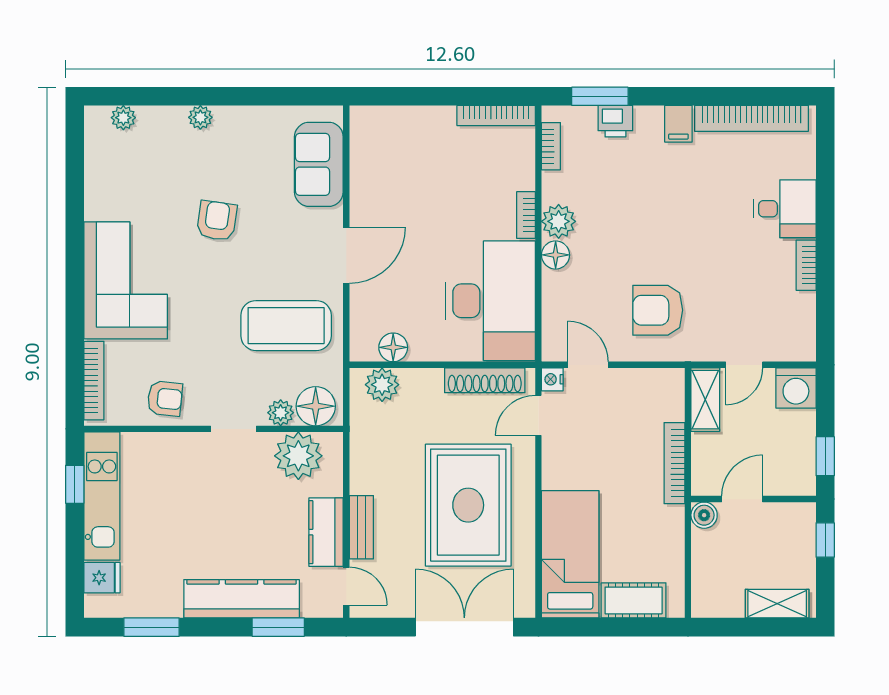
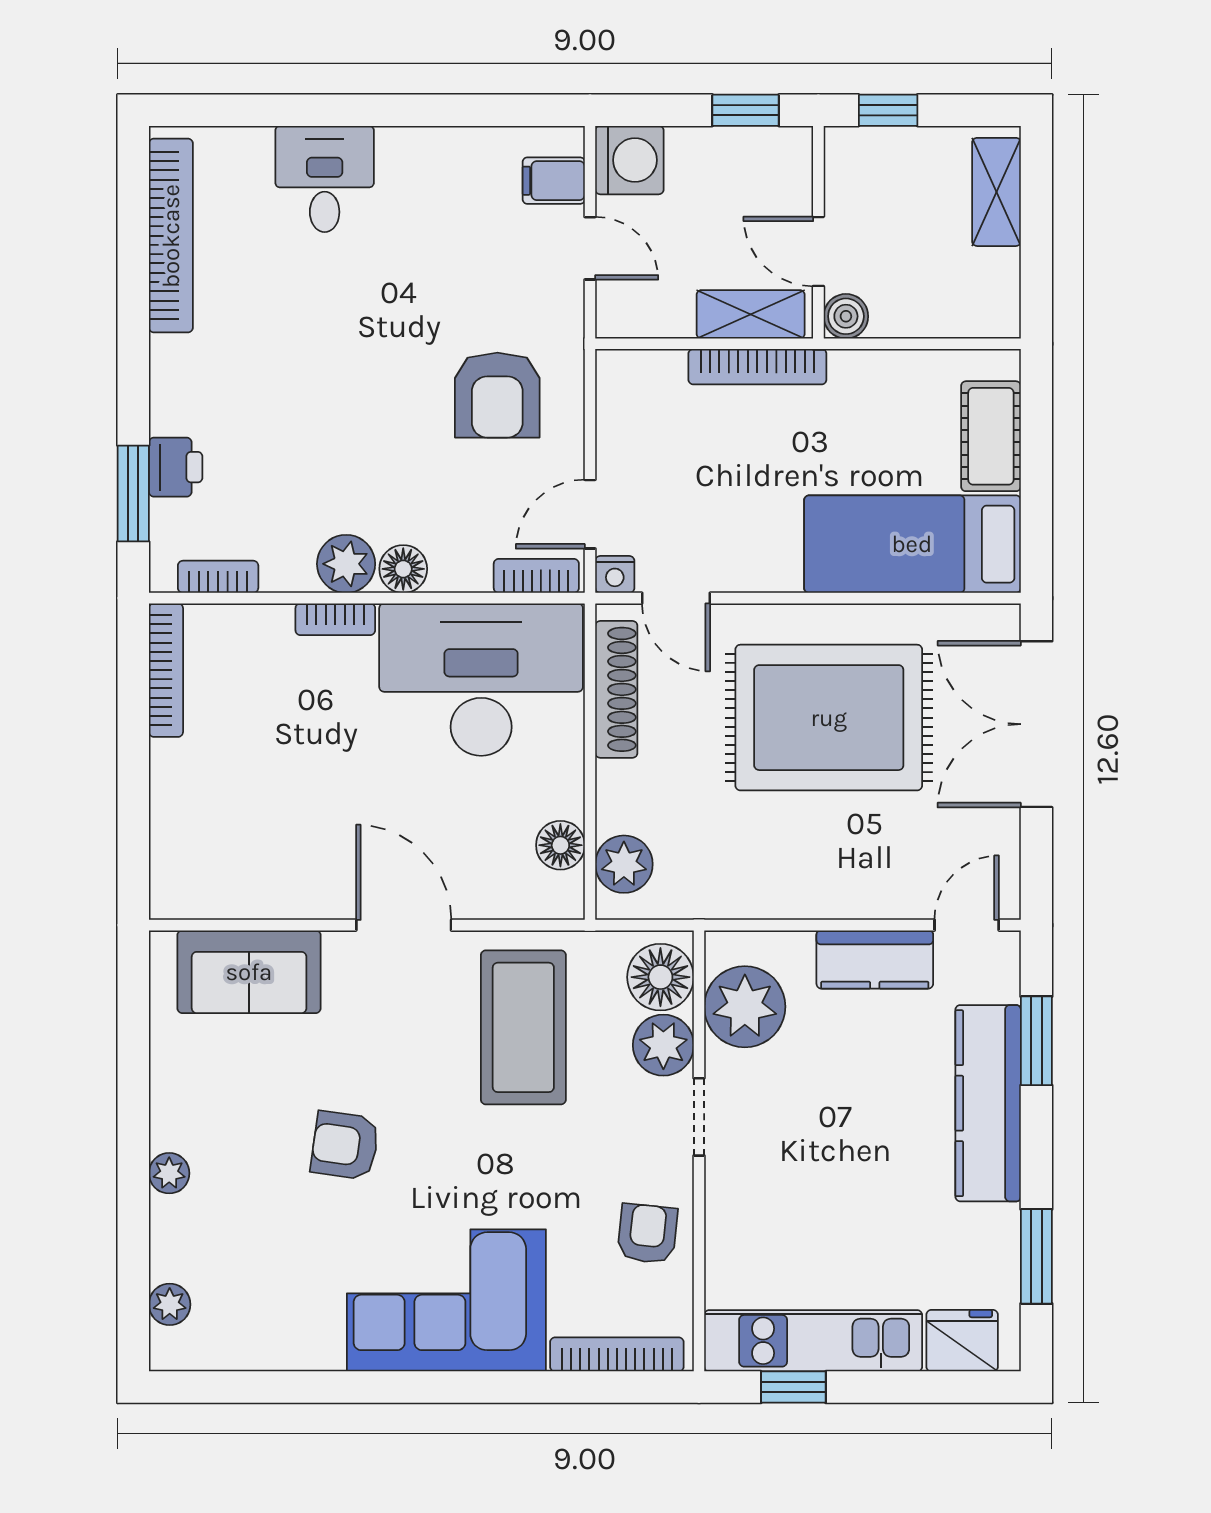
filing cabinet: (678, 124) -> (554, 181), moved, turned 180
bookcase: (806, 265) -> (536, 576), moved, turned 180
shelving: (705, 400) -> (751, 314), moved
plant: (281, 413) -> (663, 1045), width x1.38, depth x1.38
bench: (361, 527) -> (866, 899), removed
fridge: (102, 578) -> (962, 1341), width x1.38

